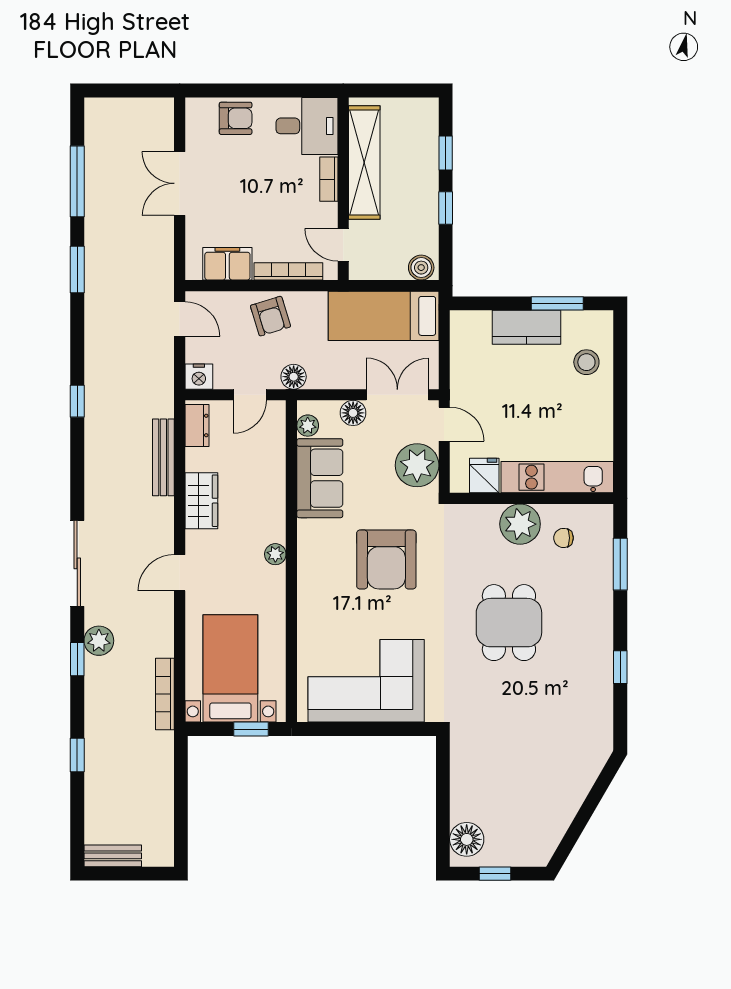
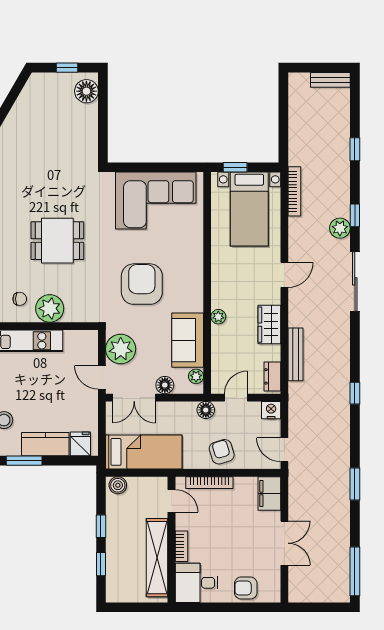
window: (77, 181) -> (355, 571), moved
filing cabinet: (227, 264) -> (269, 493), moved, turned 90
fridge: (484, 476) -> (80, 444), moved, turned 180
plant: (275, 554) -> (218, 317), moved
dining table: (509, 623) -> (57, 241), turned 90

